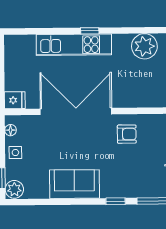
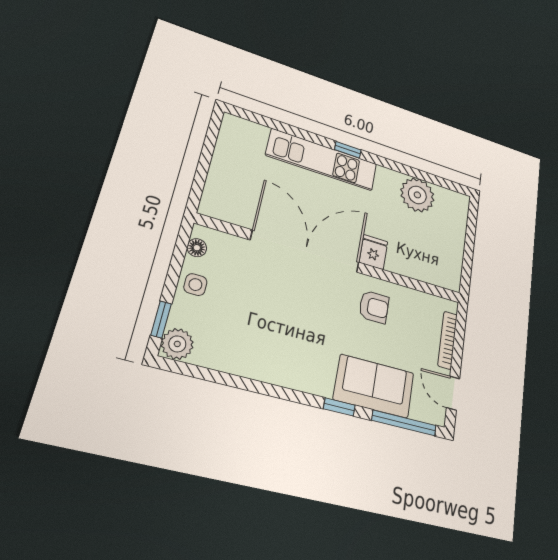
fridge: (15, 100) -> (373, 252), moved, turned -90
sofa: (74, 184) -> (374, 386), moved

